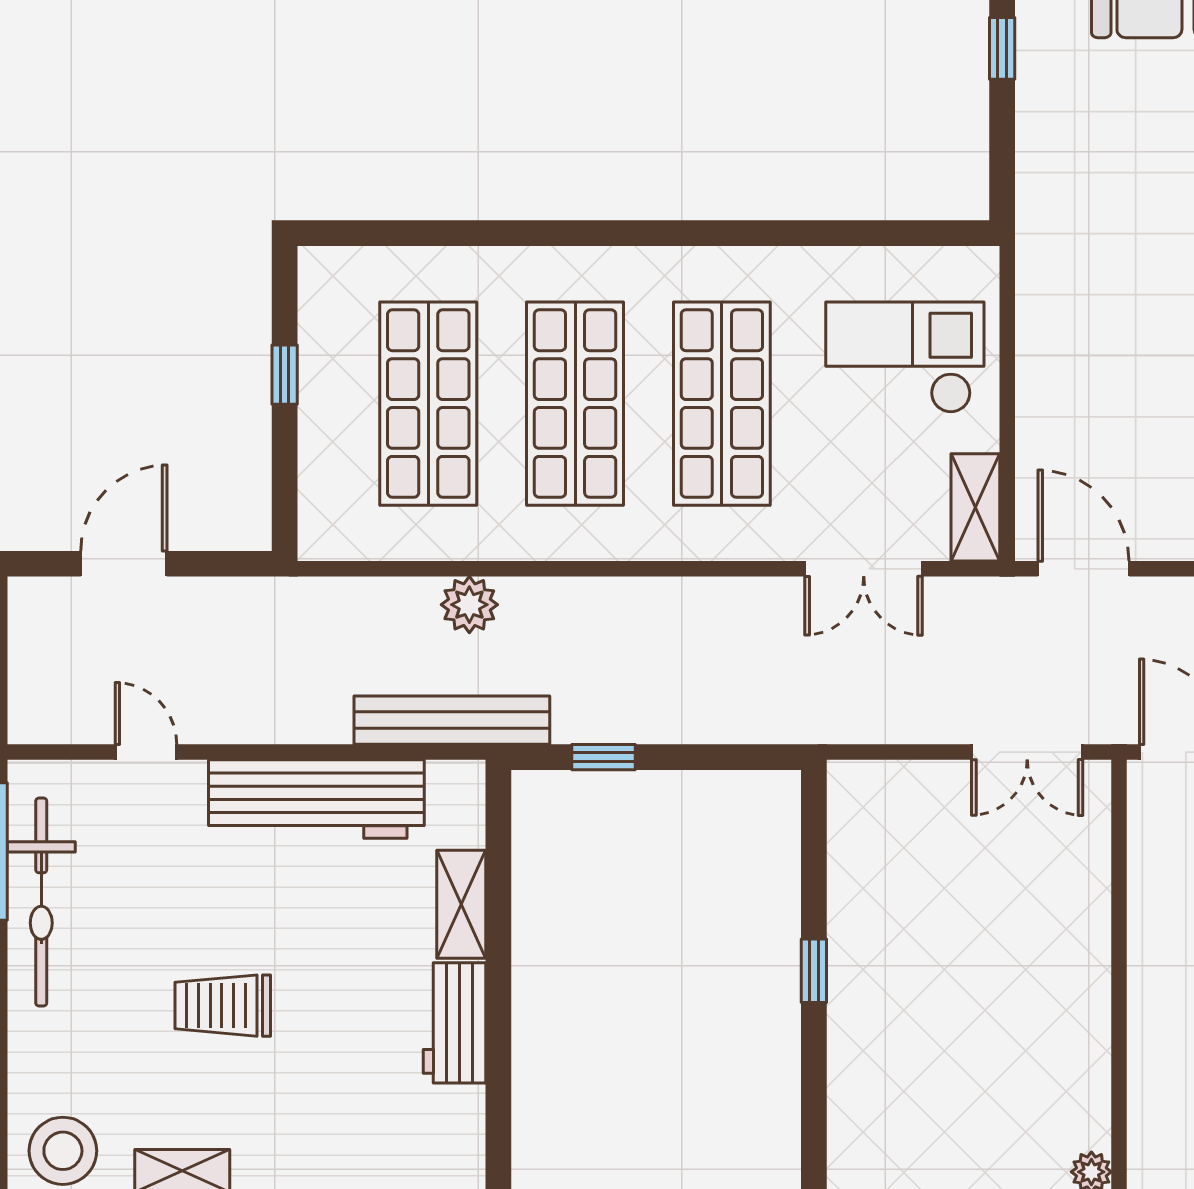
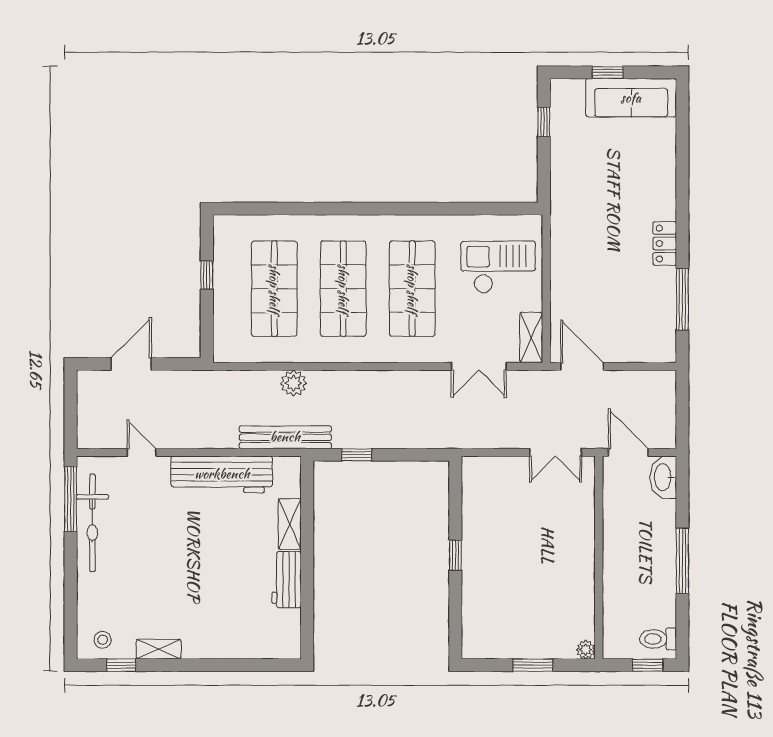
trolley: (223, 1006) -> (178, 571), removed
stool: (63, 1151) -> (103, 640), width x0.53, depth x0.53

